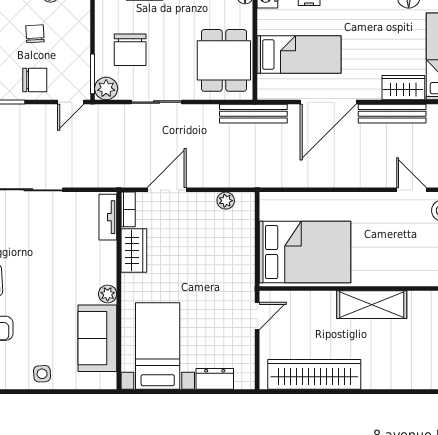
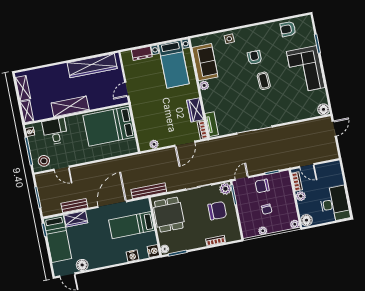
chair: (130, 50) -> (217, 211), turned 90
bench: (392, 114) -> (74, 205), width x0.73
desk: (410, 263) -> (55, 131), added

